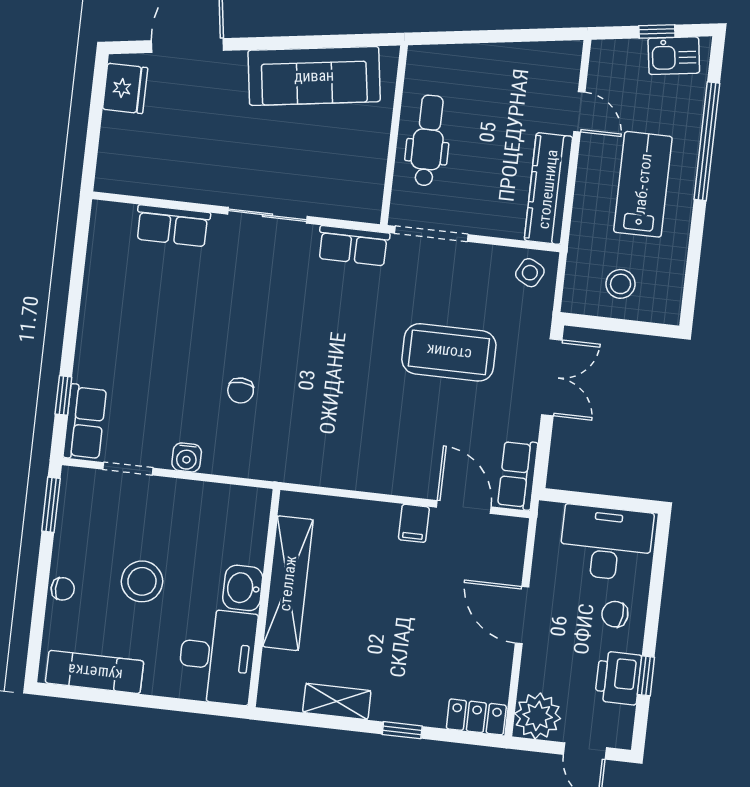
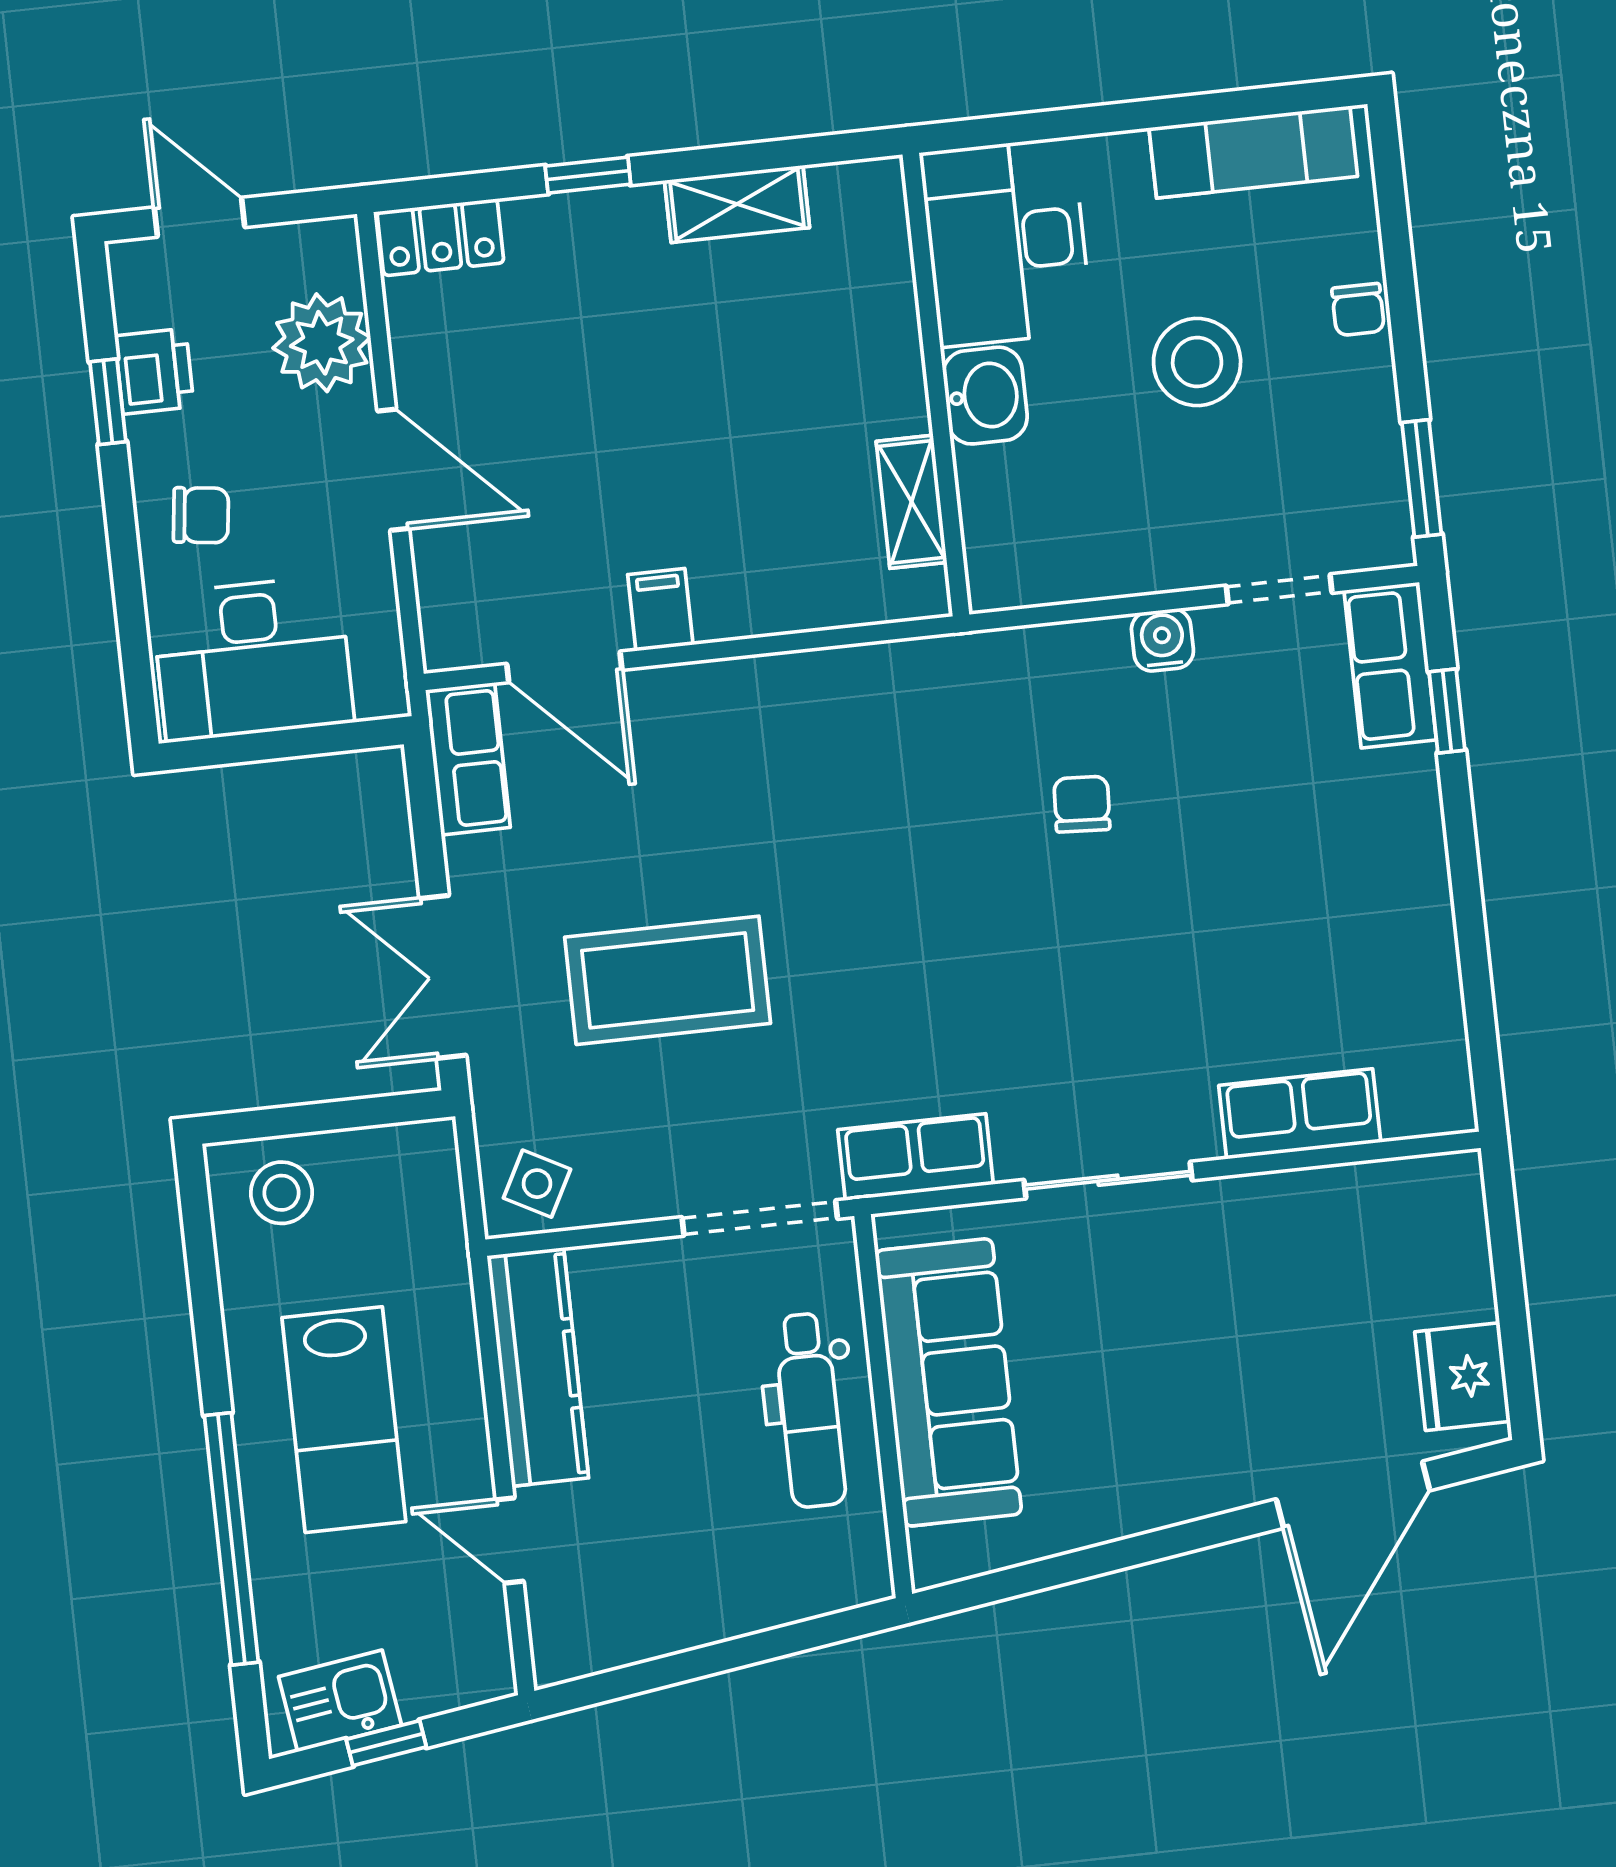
sofa: (314, 76) -> (948, 1382), moved, turned 98
stool: (621, 284) -> (281, 1193), moved
shelving: (288, 583) -> (912, 502), width x0.45, depth x0.75
chair: (63, 589) -> (1358, 310), turned -90
printer: (618, 678) -> (154, 371), width x0.73, depth x0.81
plant: (538, 716) -> (322, 343), moved

